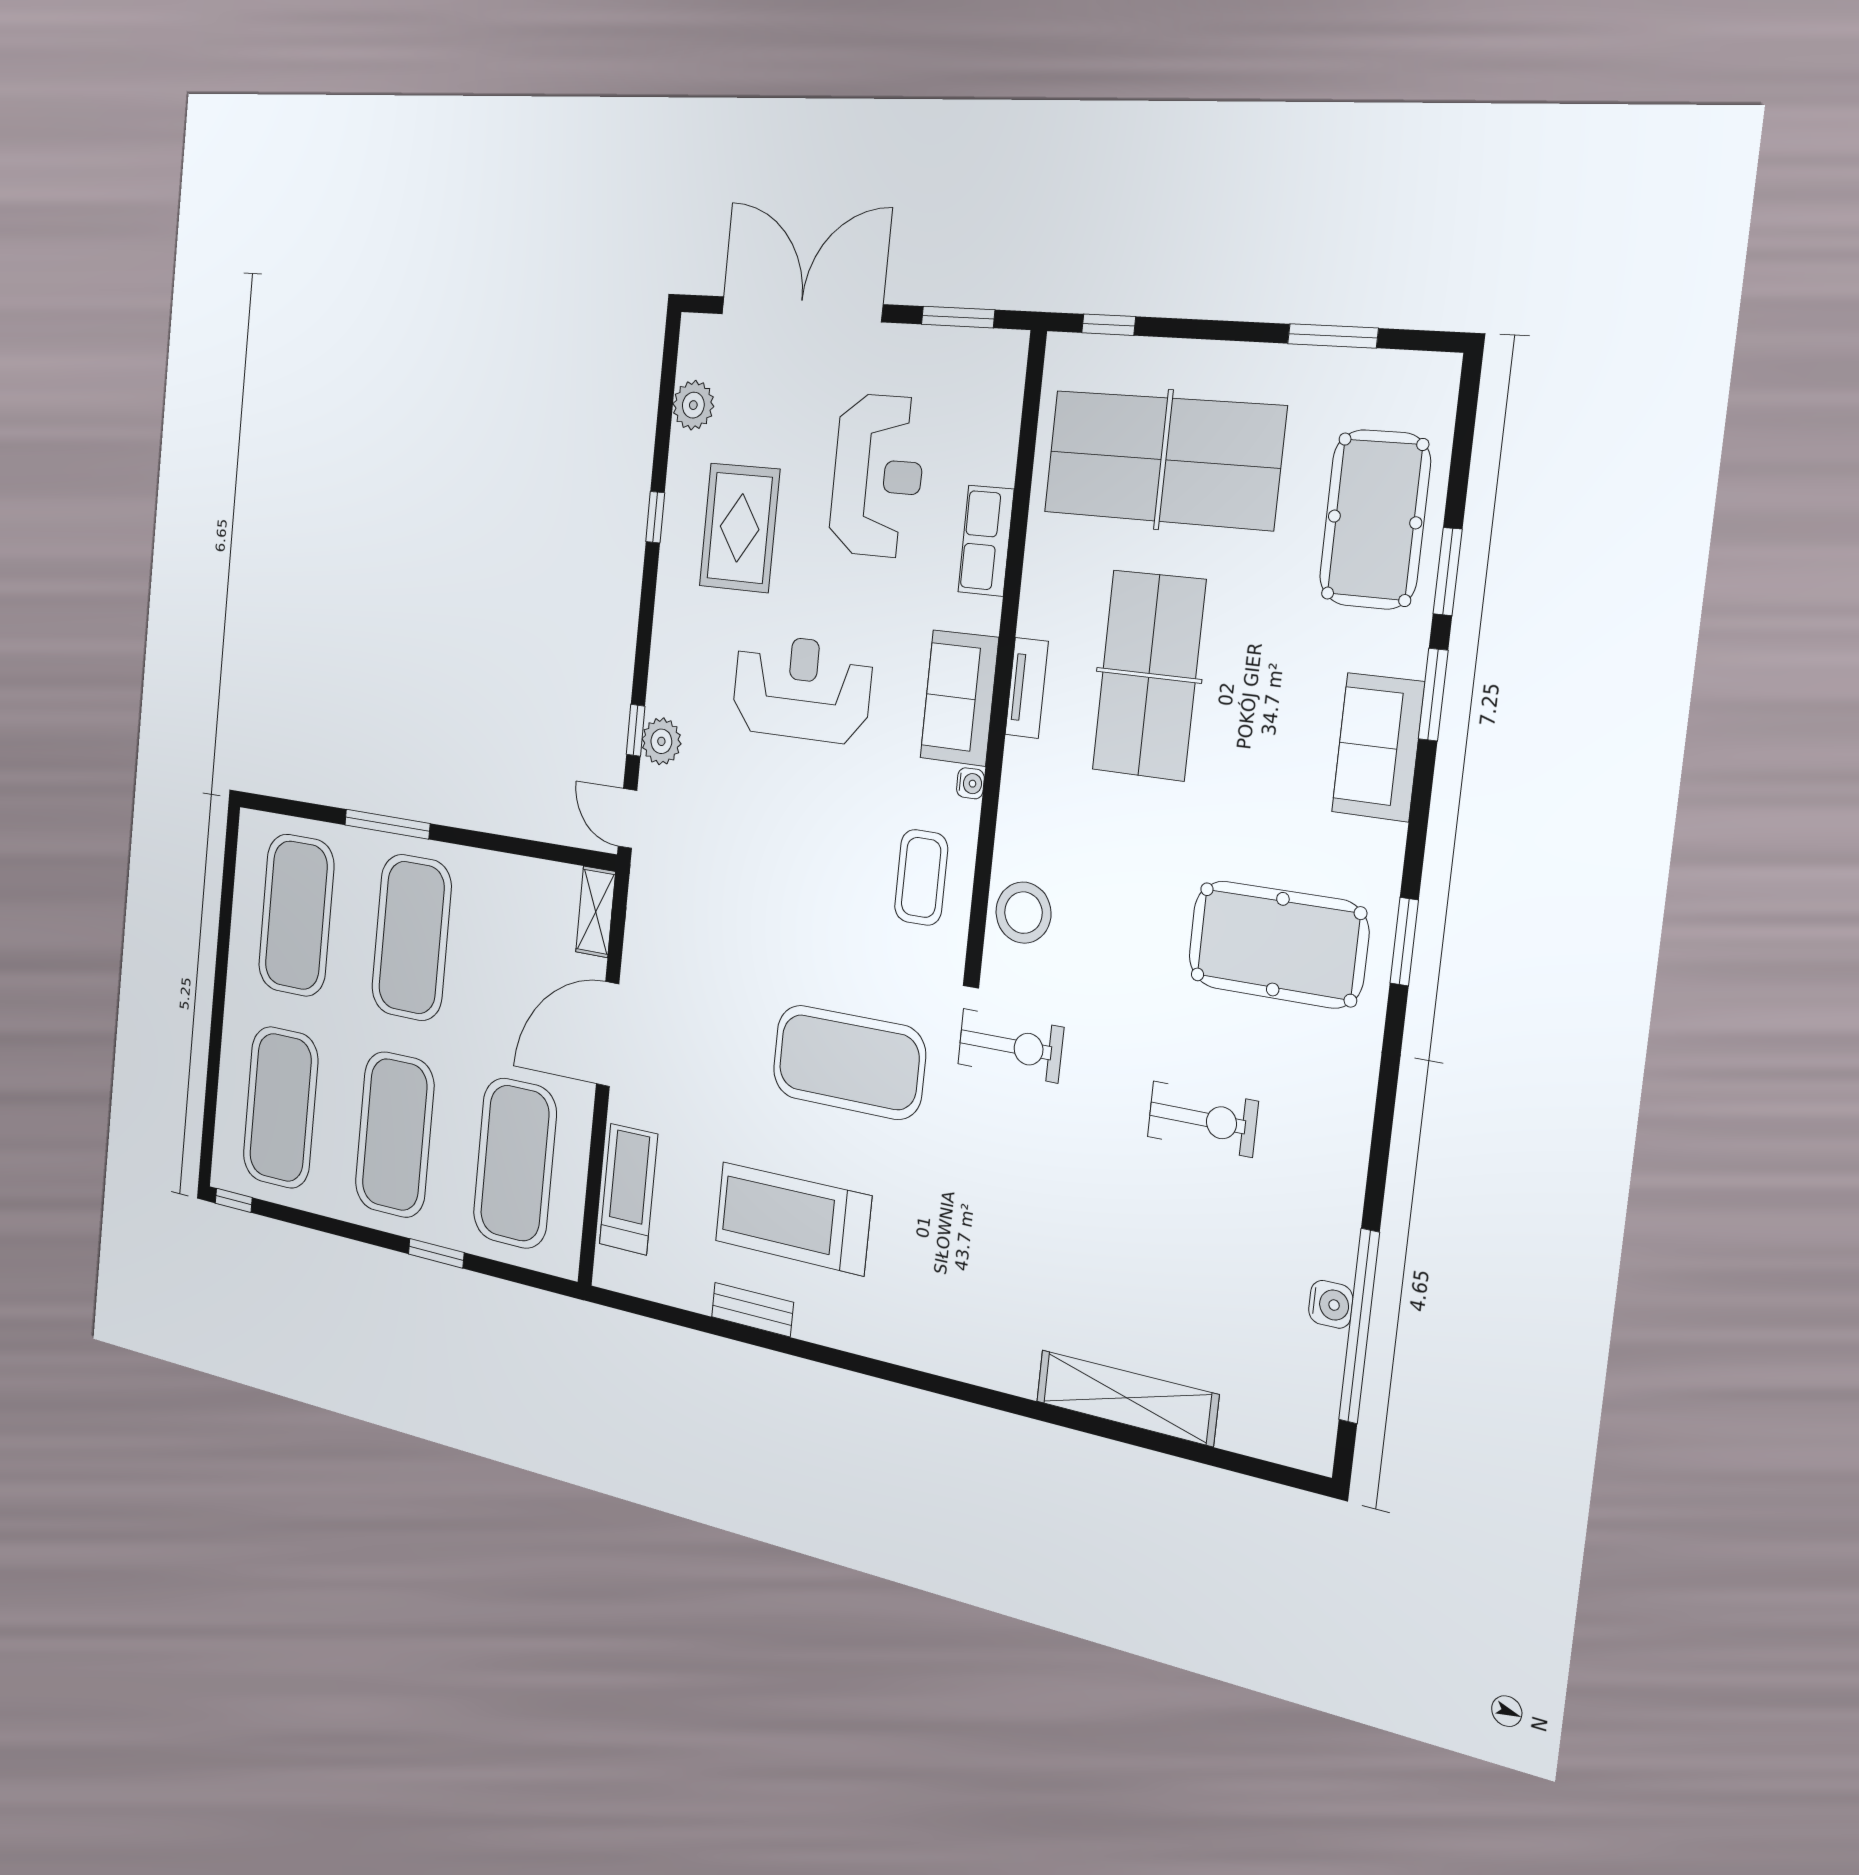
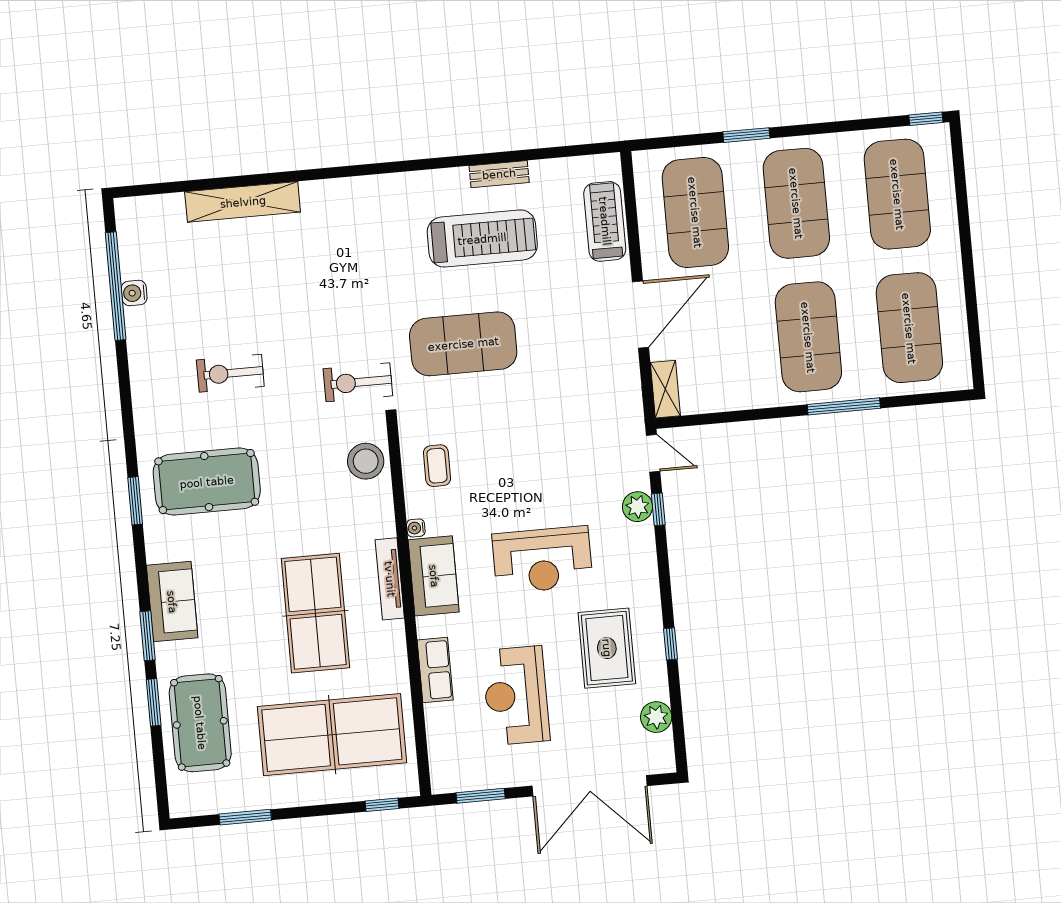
tv unit: (1027, 688) -> (390, 579), width x1.41
coffee table: (921, 877) -> (437, 466), width x0.73, depth x0.77
treadmill: (628, 1189) -> (605, 221), turned 180

